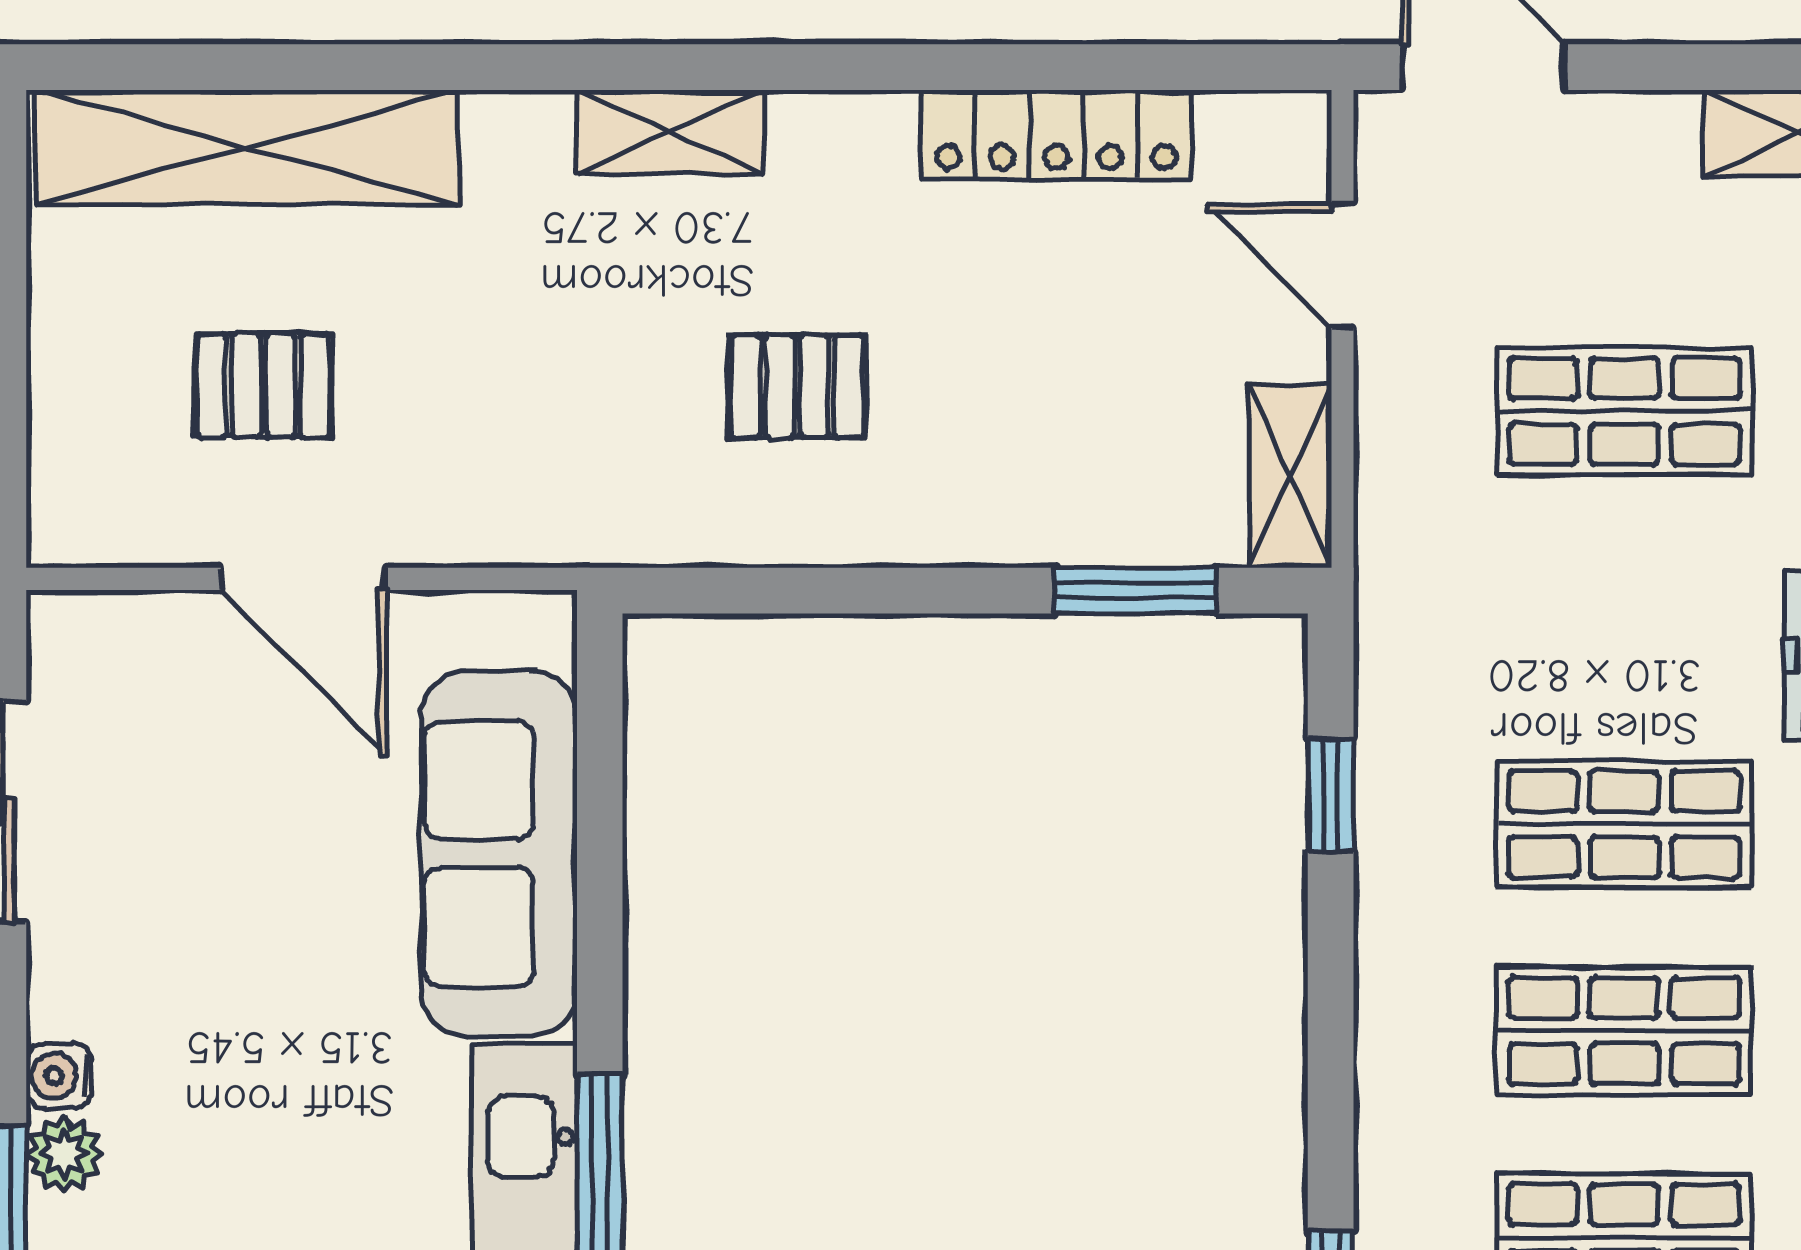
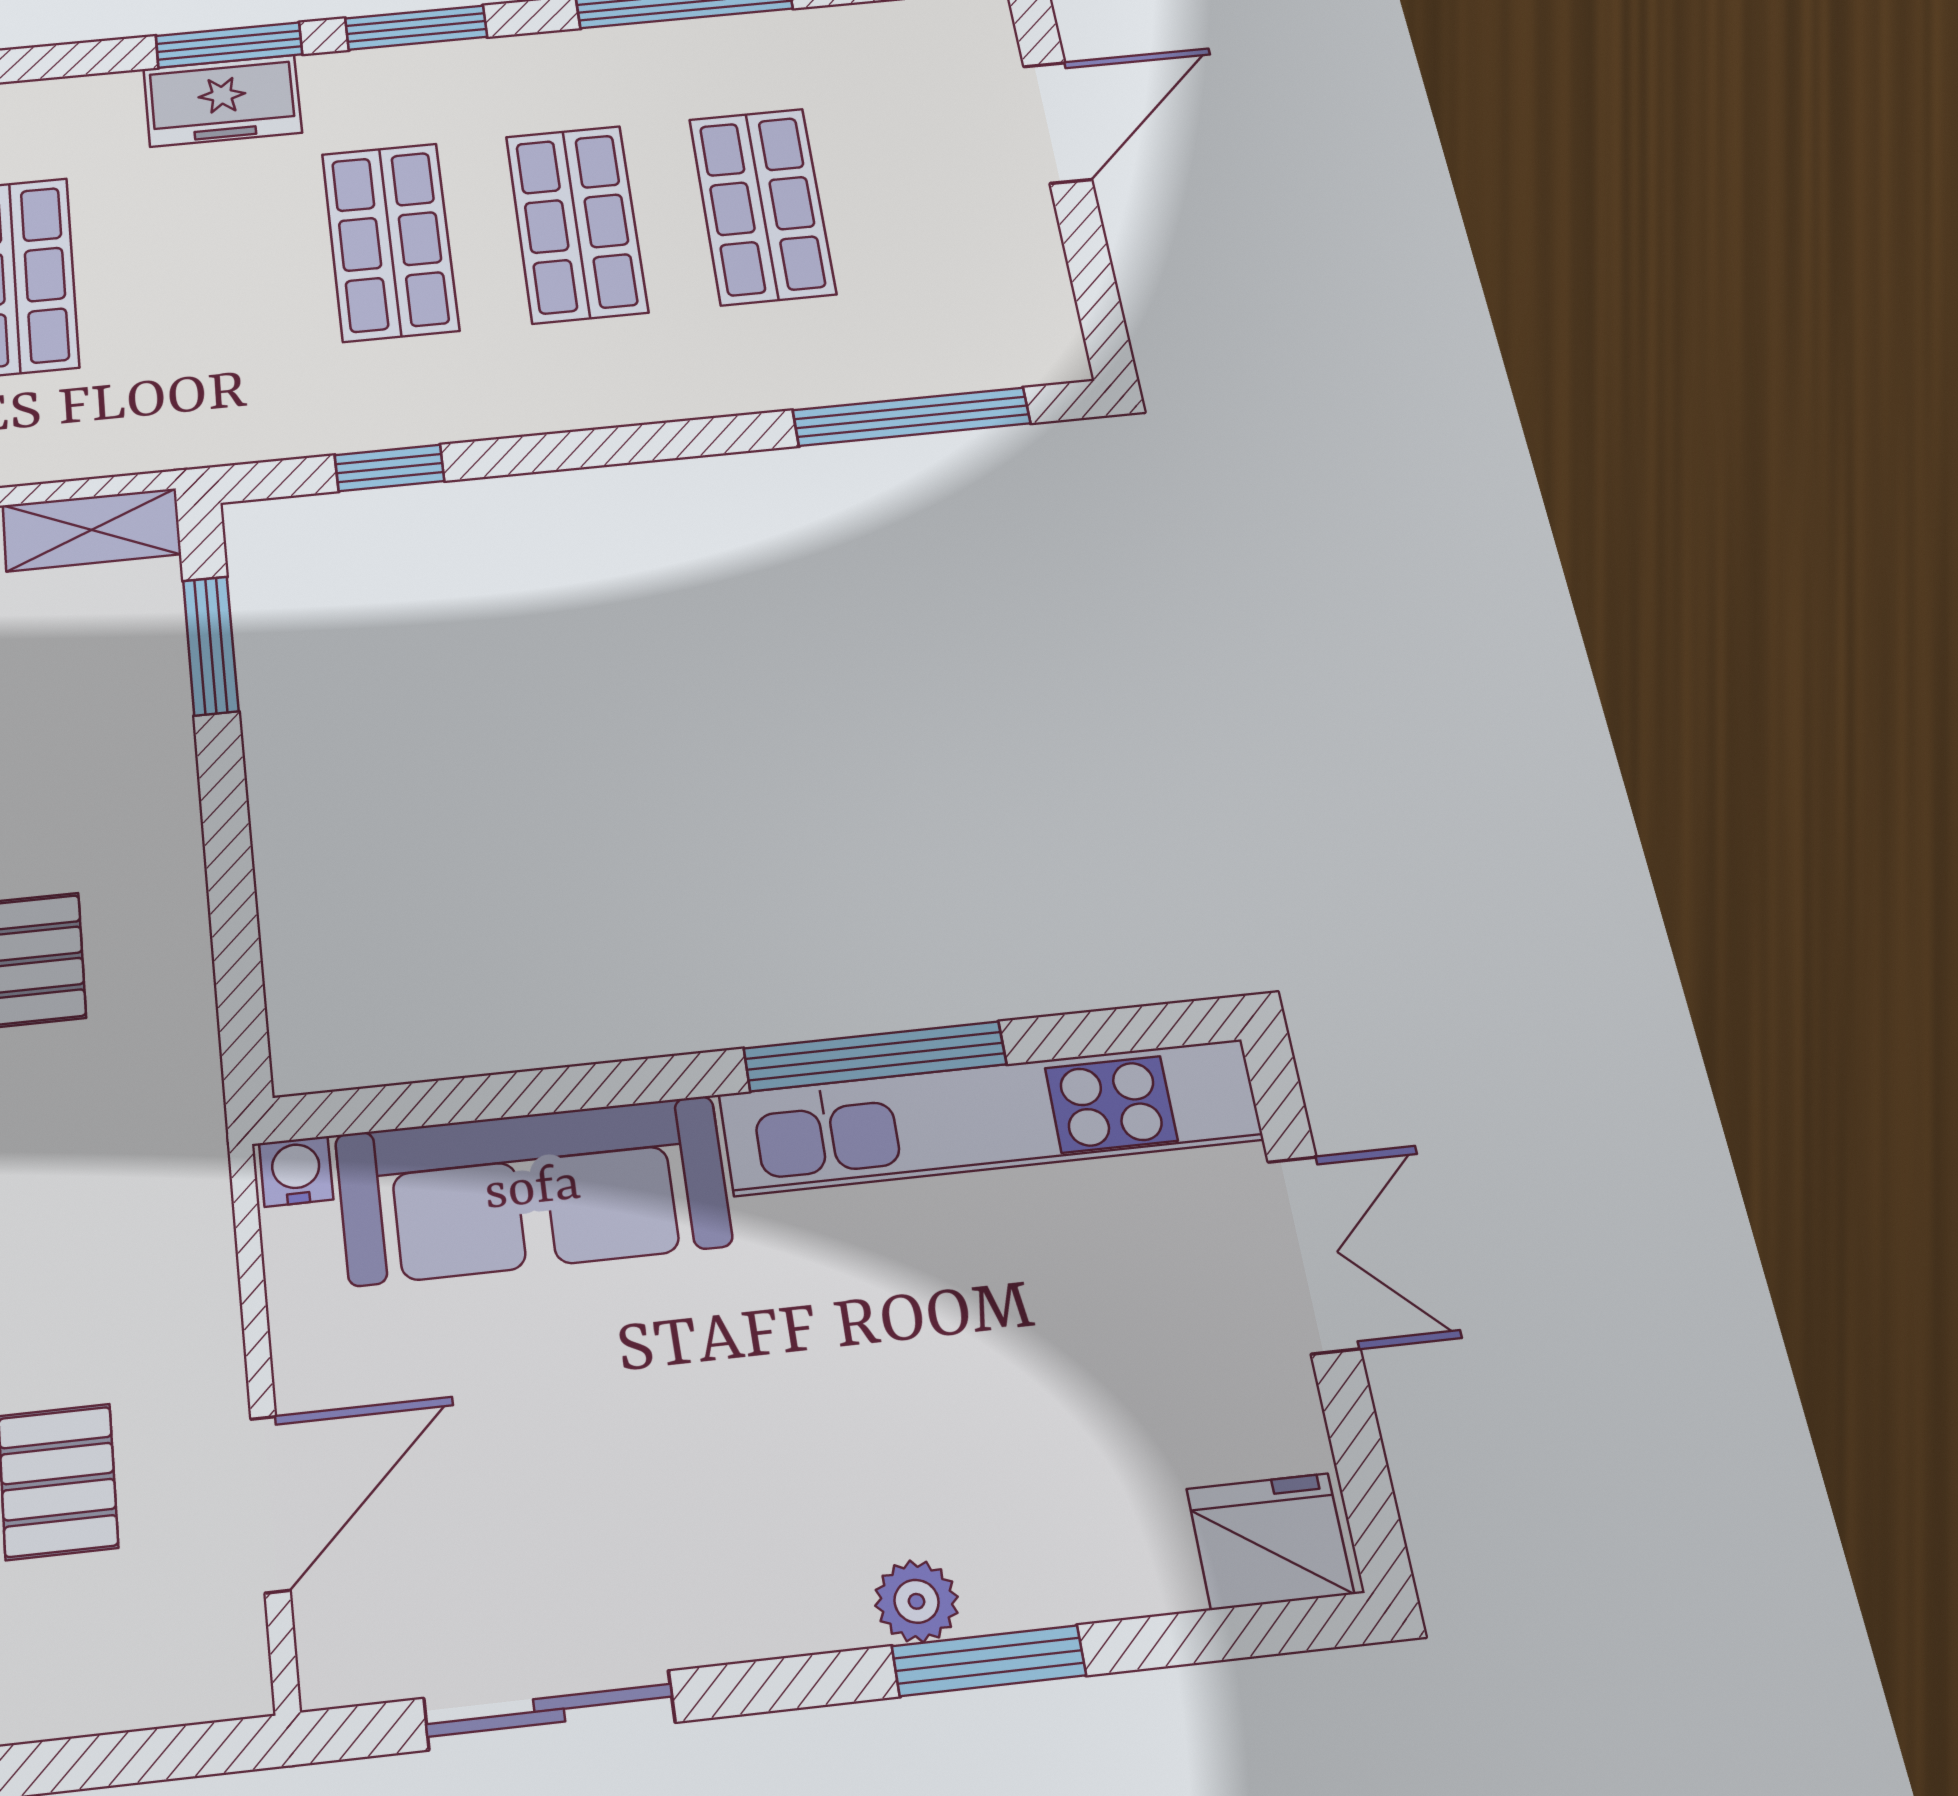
door: (303, 579) -> (270, 1504), moved
water cooler: (59, 1076) -> (296, 1171), moved, turned 180

